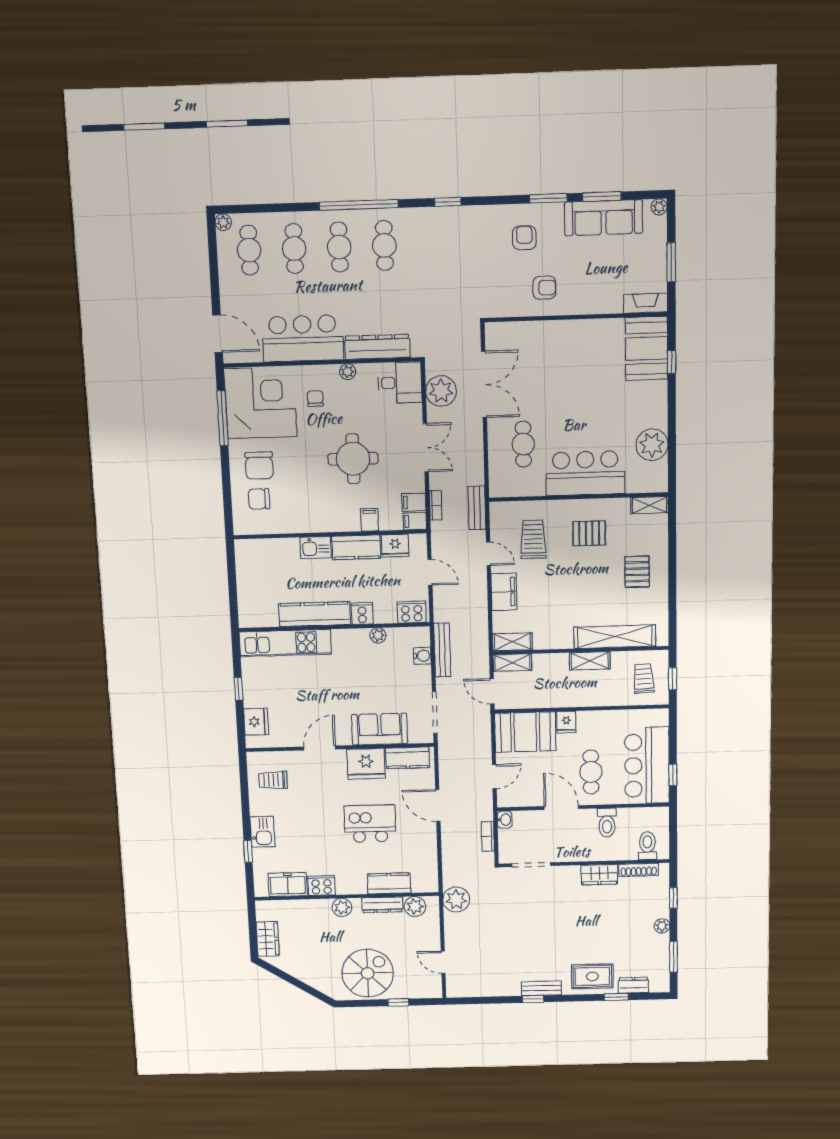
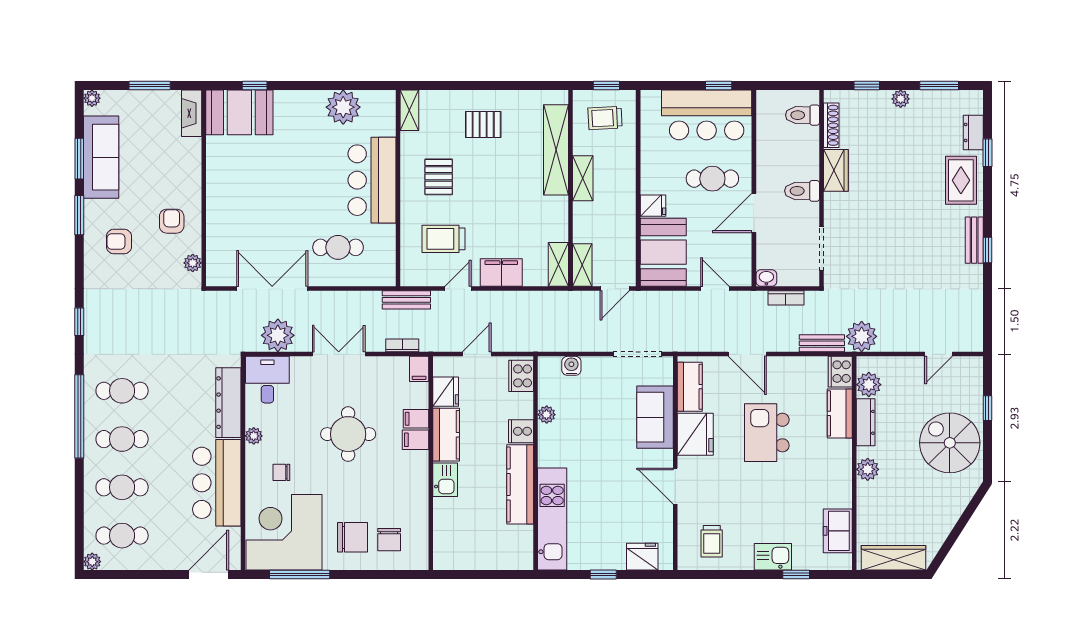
plant: (506, 309) -> (193, 263), added
filing cabinet: (414, 502) -> (416, 440), moved, turned 90
bench: (442, 650) -> (822, 343), moved, width x0.73
door: (438, 805) -> (747, 354), hinge flipped
toilet: (607, 823) -> (802, 191), moved, turned 180
cooker: (322, 886) -> (840, 372), moved
wardrobe: (268, 939) -> (893, 558), width x1.50

